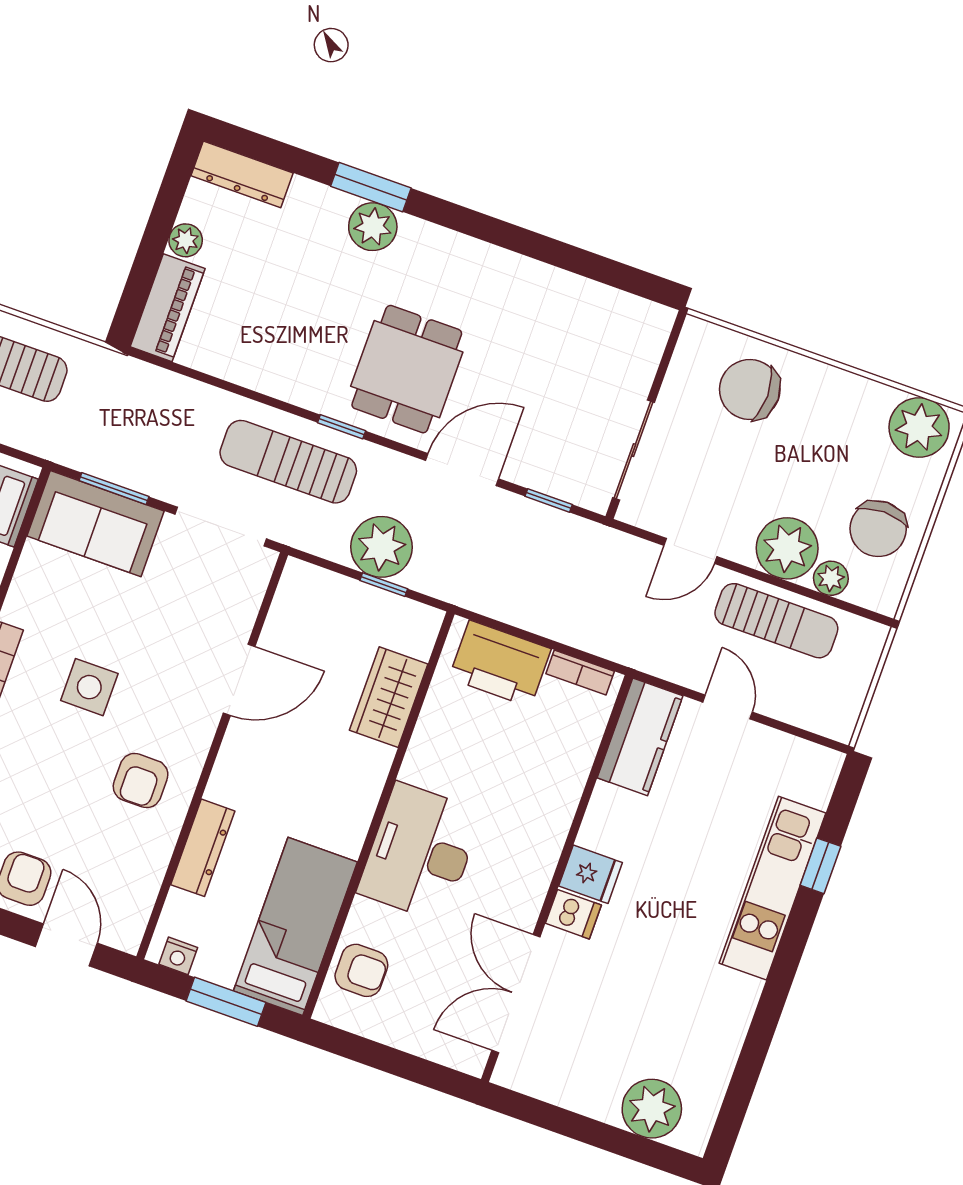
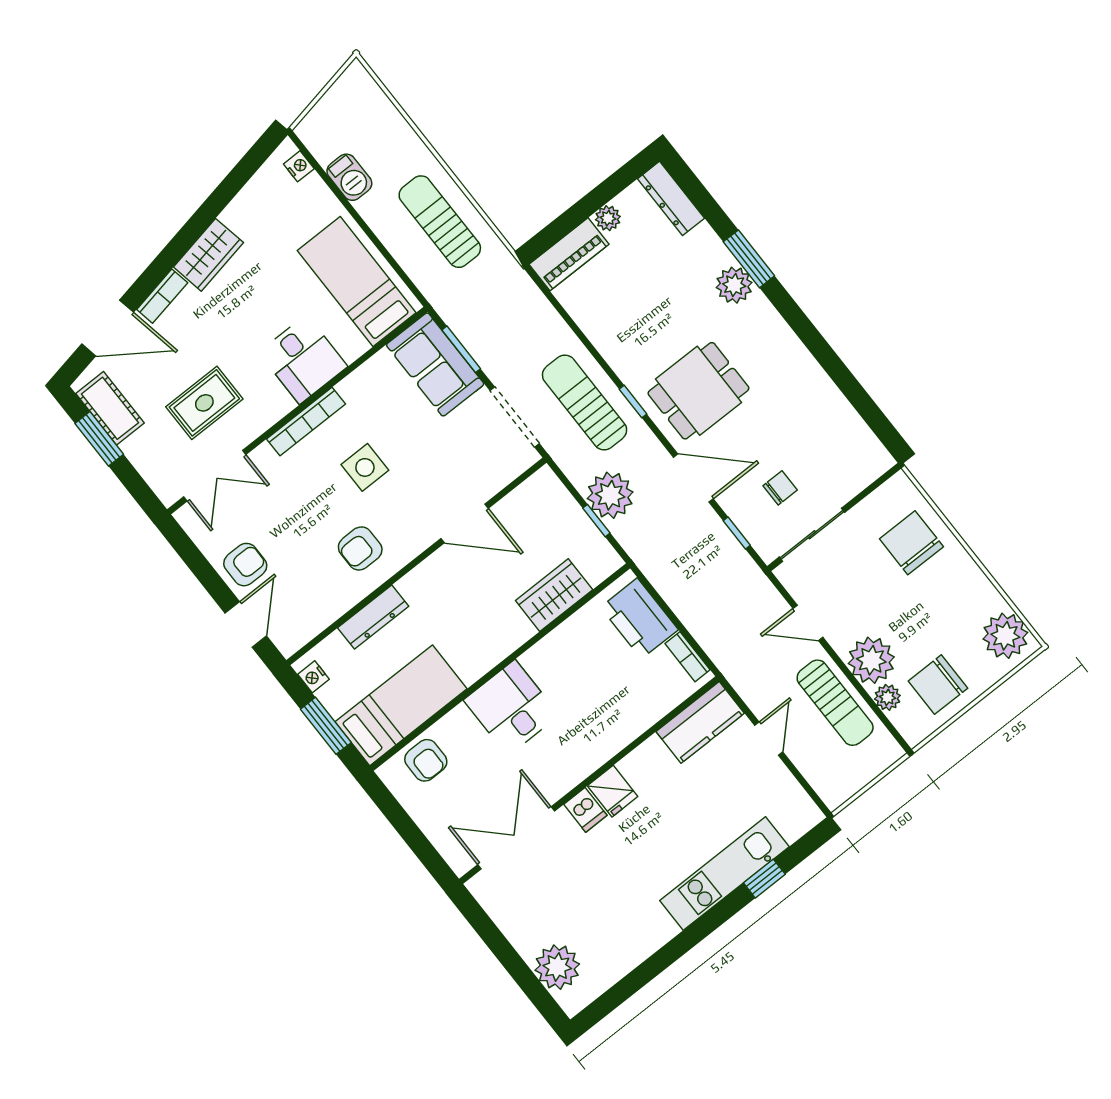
chair: (565, 420) -> (780, 488), added
desk: (420, 852) -> (511, 708), width x0.73

